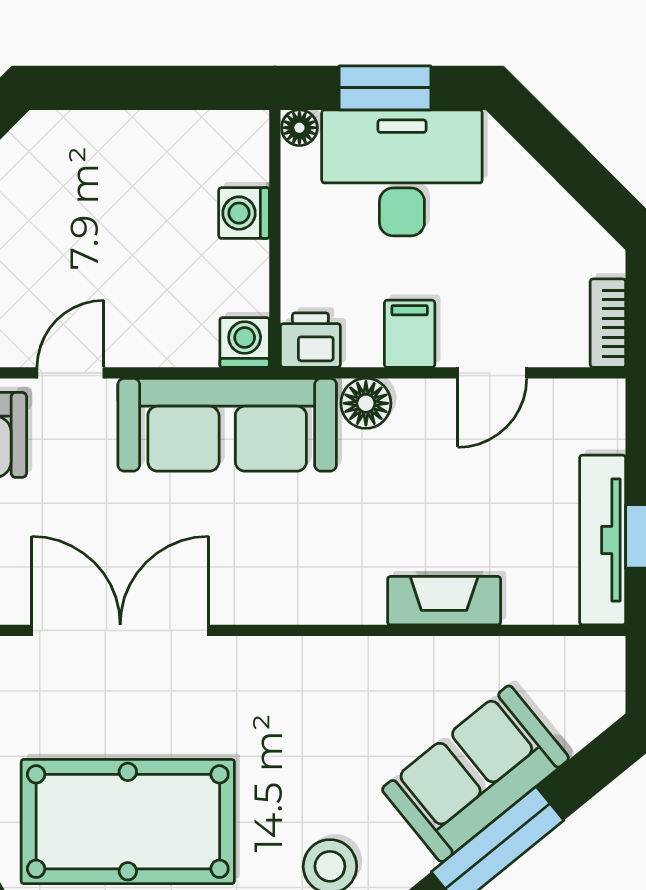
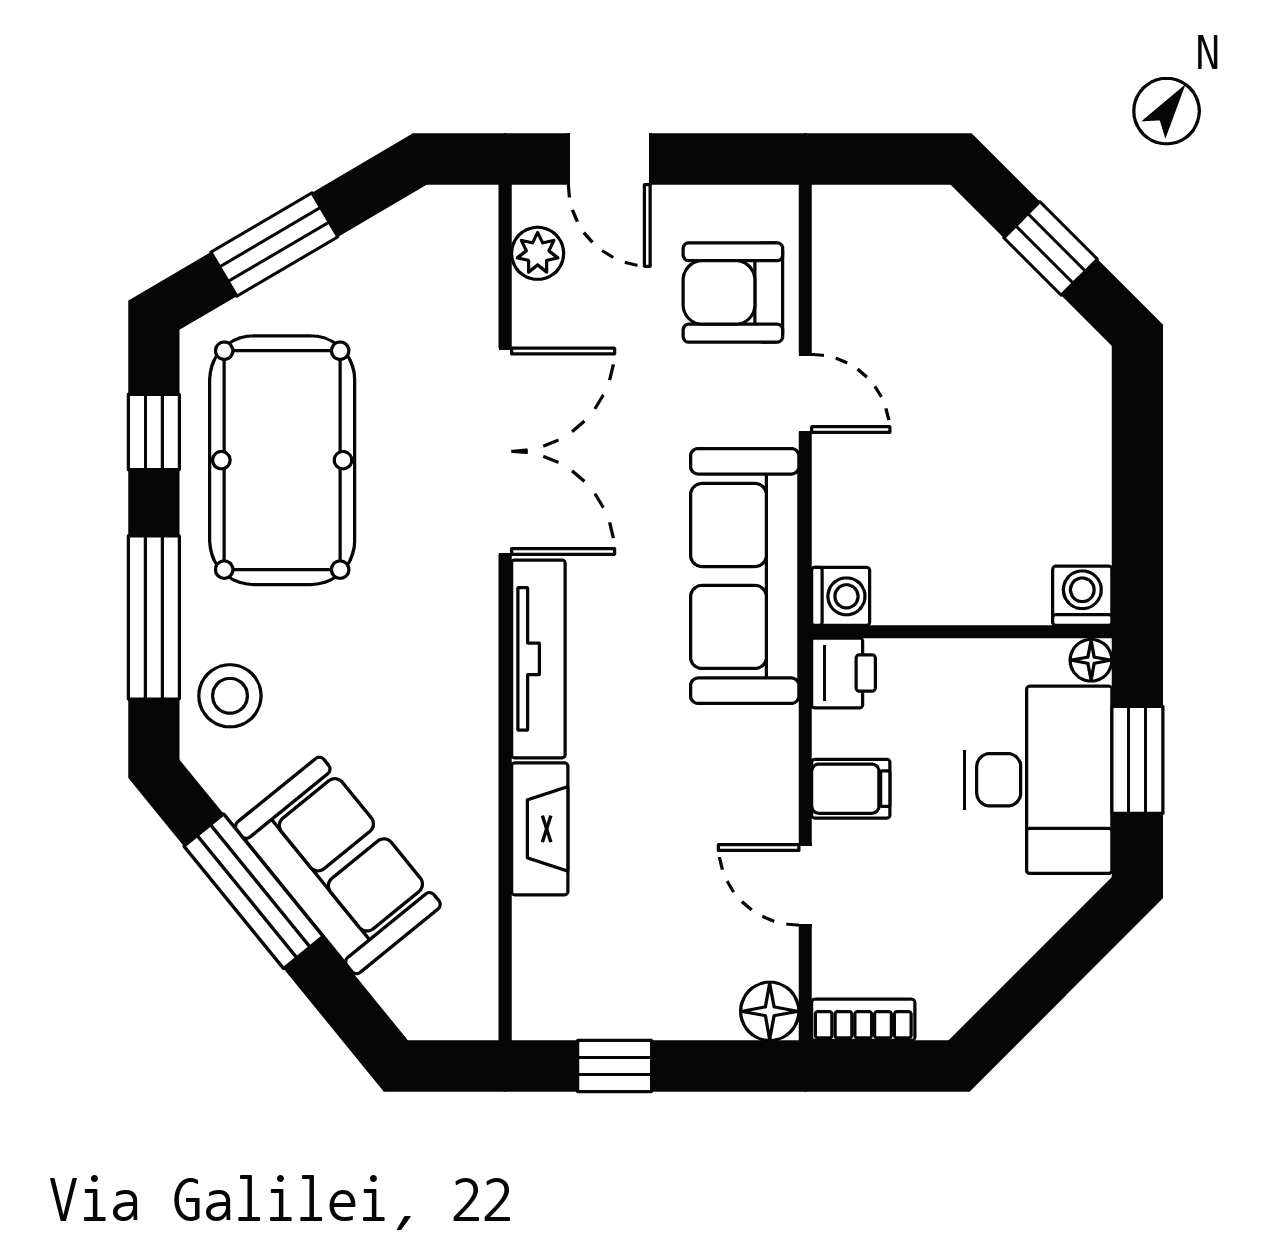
washing machine: (244, 213) -> (1082, 596), moved
floor lamp: (366, 403) -> (770, 1011), moved
tv unit: (603, 540) -> (538, 659), moved, turned 90

